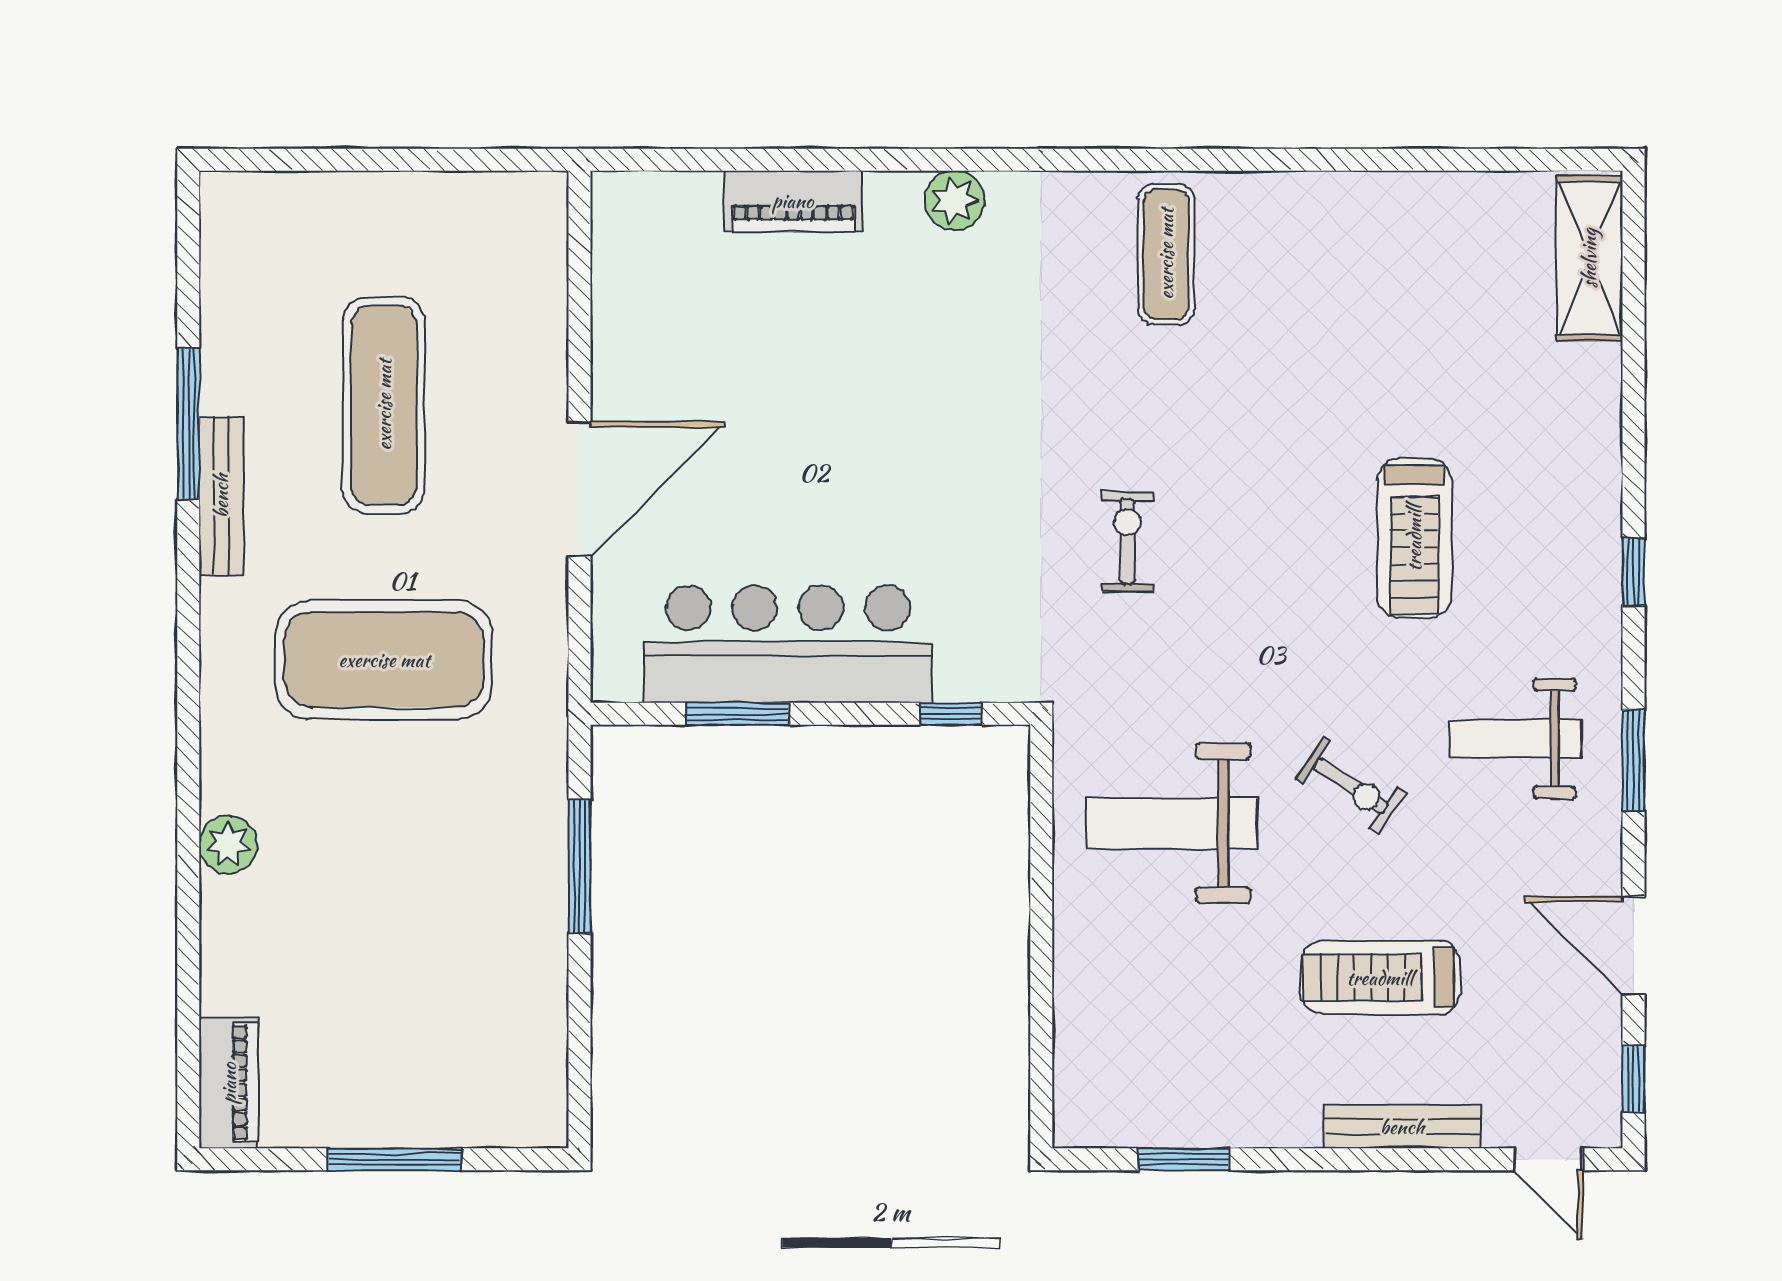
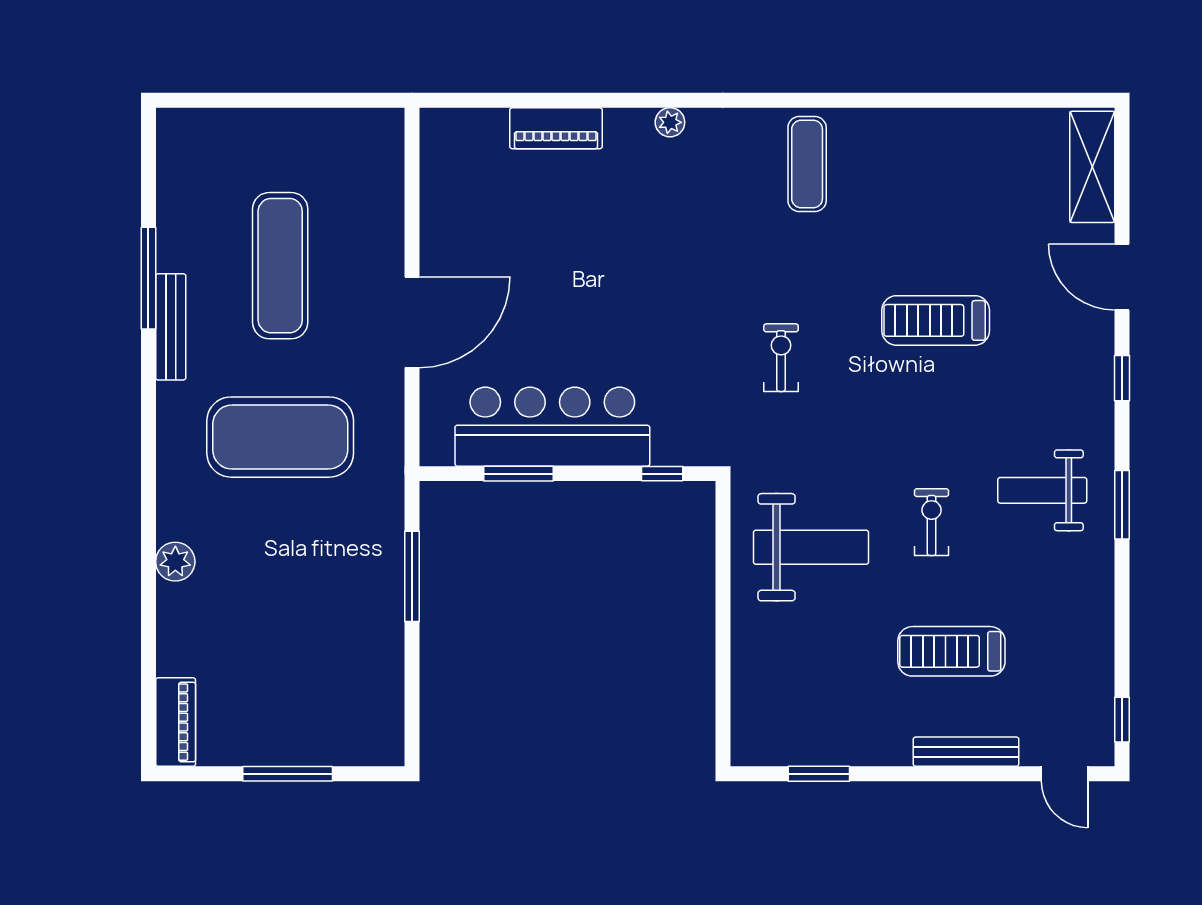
plant: (954, 200) -> (670, 122), width x0.73, depth x0.73
treadmill: (1414, 538) -> (936, 320), moved, turned 90
exercise bike: (1351, 786) -> (932, 522), turned -124
weight bench: (1172, 823) -> (811, 547), turned 180
door: (1634, 946) -> (1122, 277), moved

